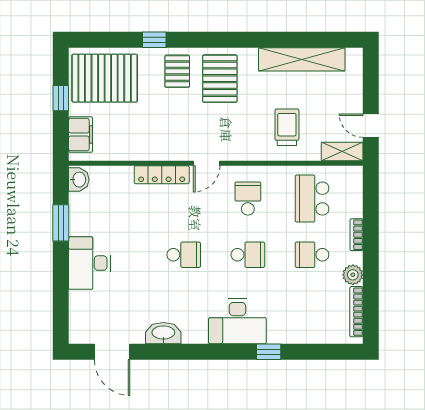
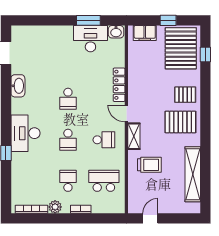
window: (154, 40) -> (205, 54), moved
shelving: (342, 152) -> (134, 136), moved
desk: (89, 263) -> (90, 39), moved

